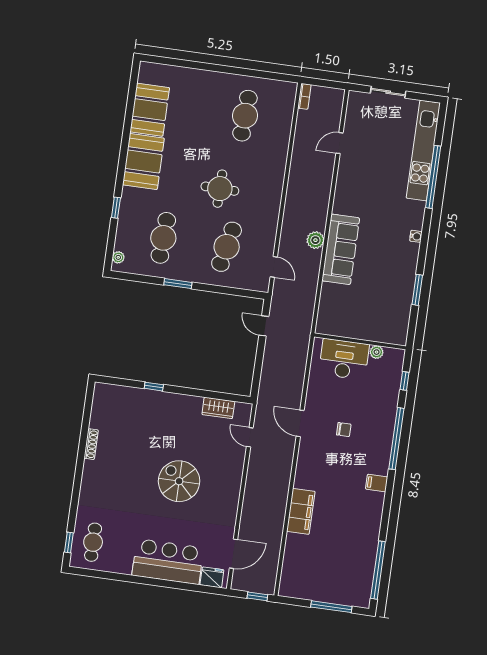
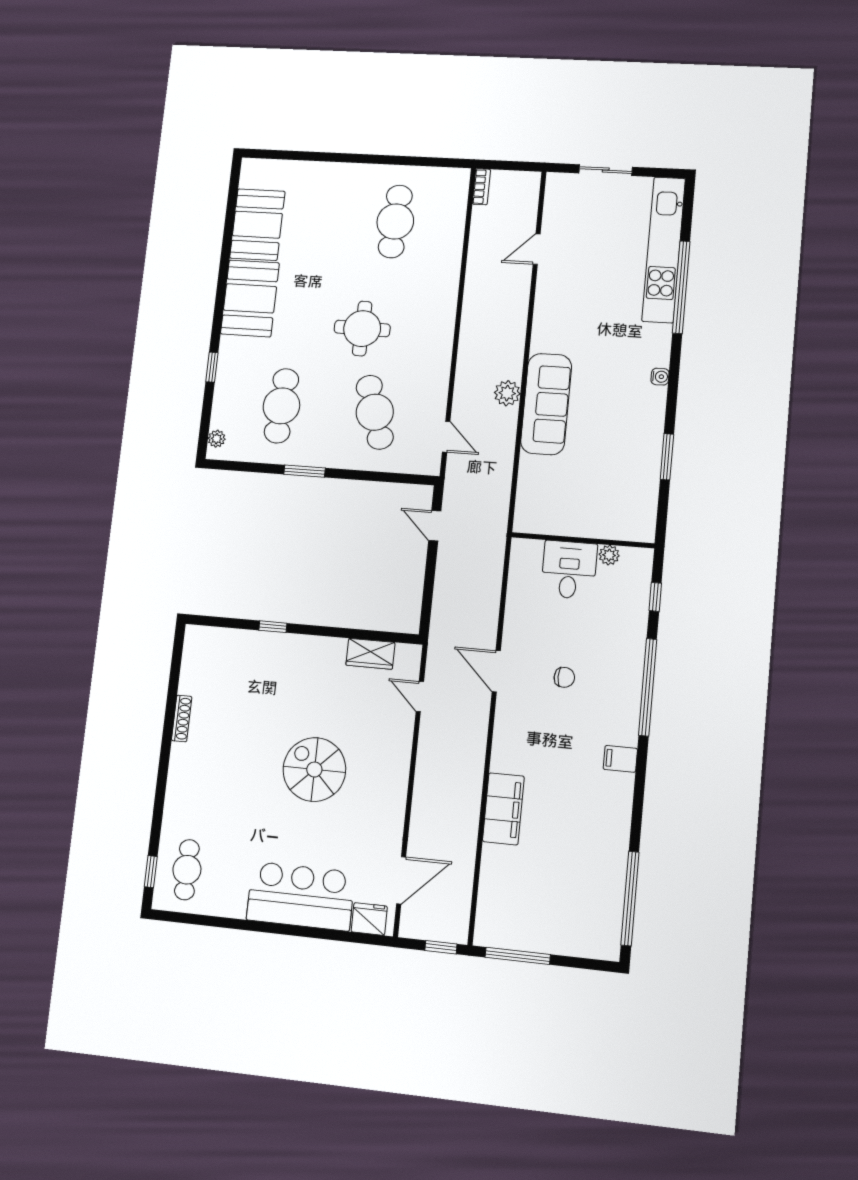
cafe table: (227, 247) -> (375, 412), turned -30
desk: (344, 359) -> (569, 570), width x0.73
window: (331, 607) -> (518, 956), moved

